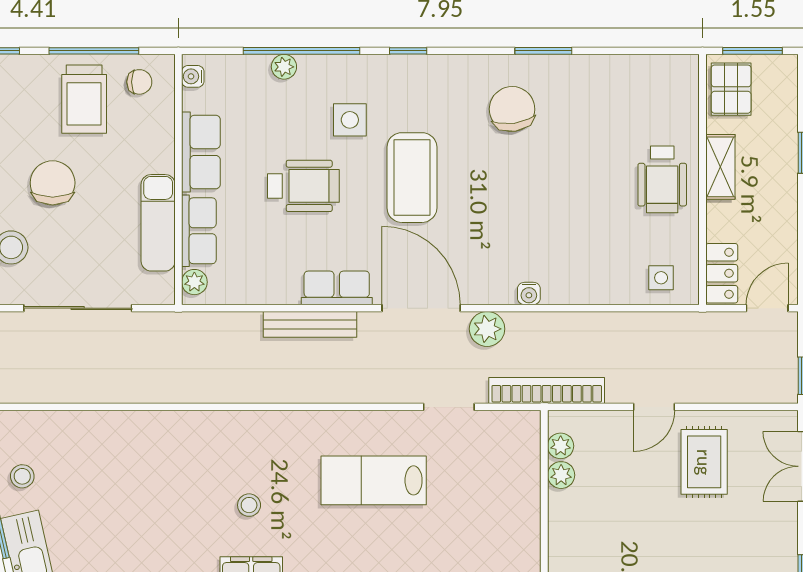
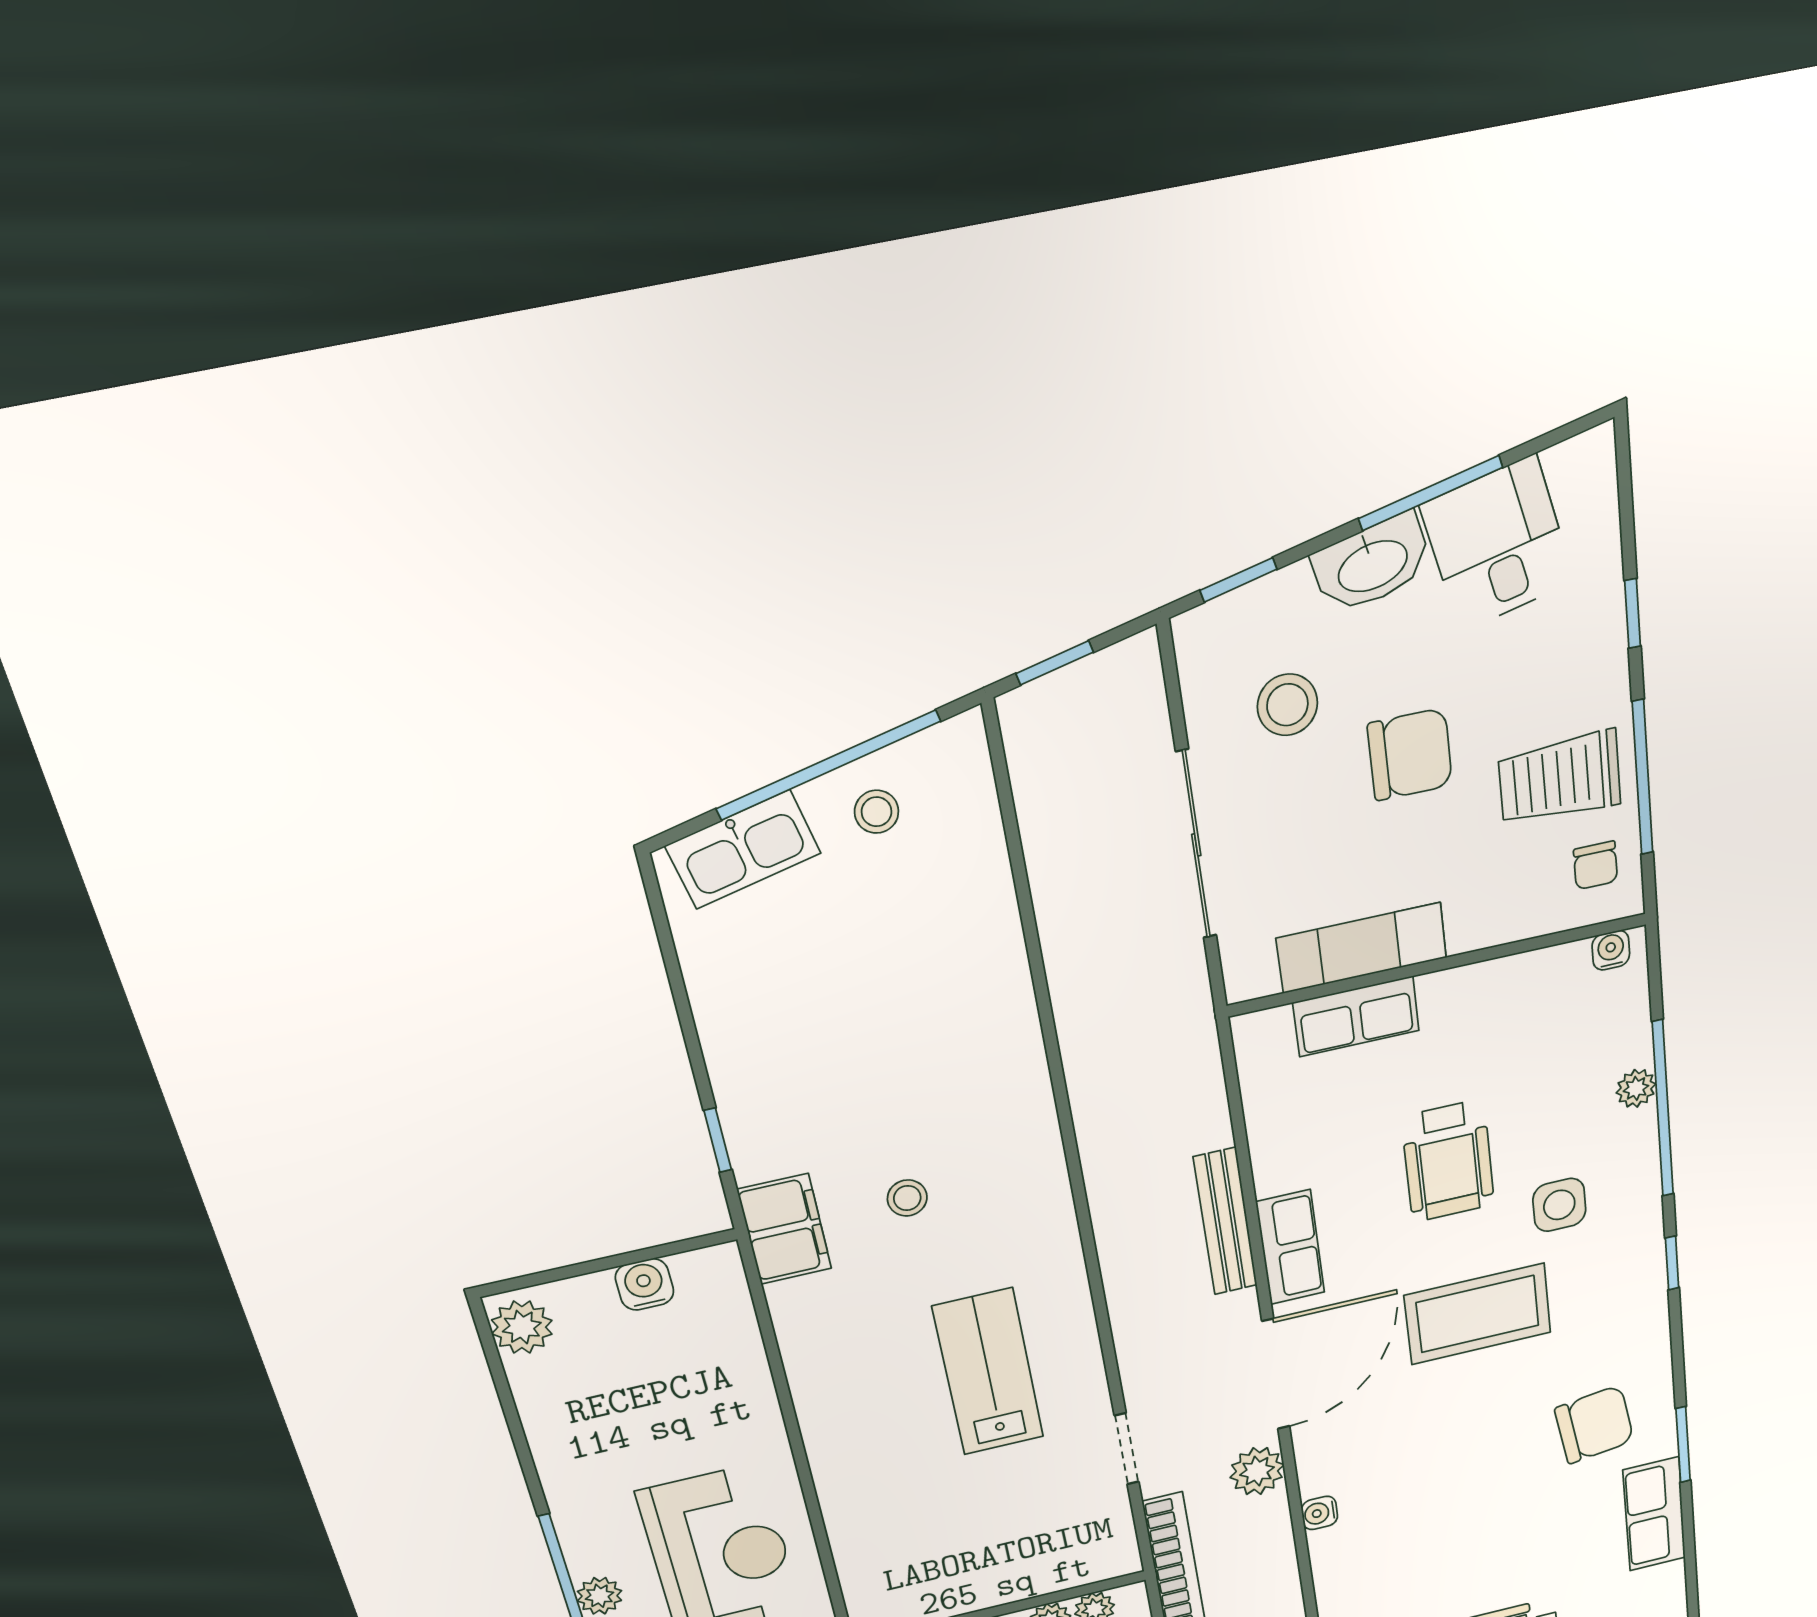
row of seats: (201, 152) -> (1654, 1514), moved, turned 90
plant: (194, 282) -> (1269, 1028), removed

